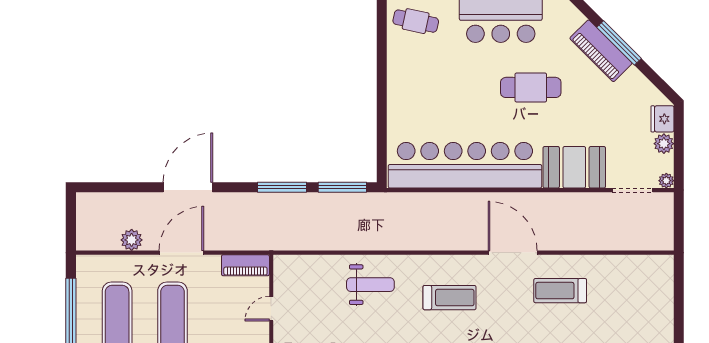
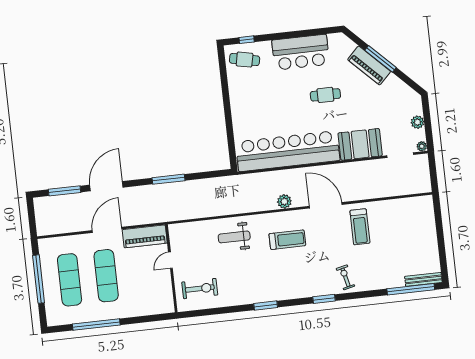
cafe table: (531, 87) -> (325, 95), width x0.73, depth x0.74
fridge: (662, 119) -> (415, 106), removed
window: (342, 187) -> (64, 191), moved
plant: (132, 240) -> (284, 201), moved
piano: (245, 265) -> (145, 236), width x1.37, depth x1.33
weight bench: (370, 285) -> (234, 237), turned 180
treadmill: (560, 291) -> (360, 227), turned -90

